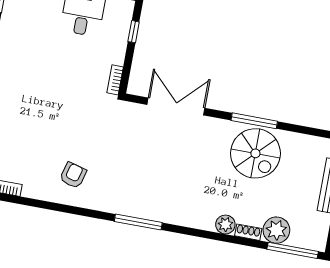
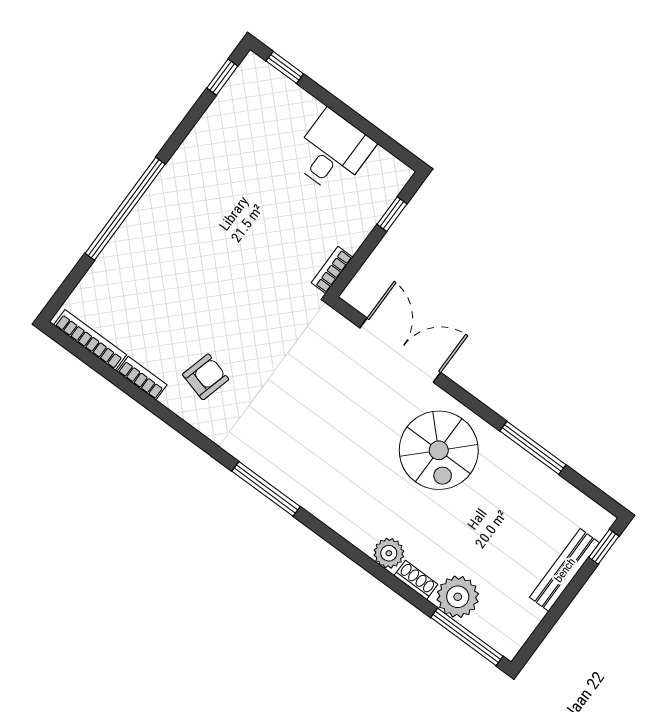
window: (254, 121) -> (533, 448), moved
spiral stairs: (255, 153) -> (439, 450), moved
bookcase: (37, 194) -> (142, 378), added

